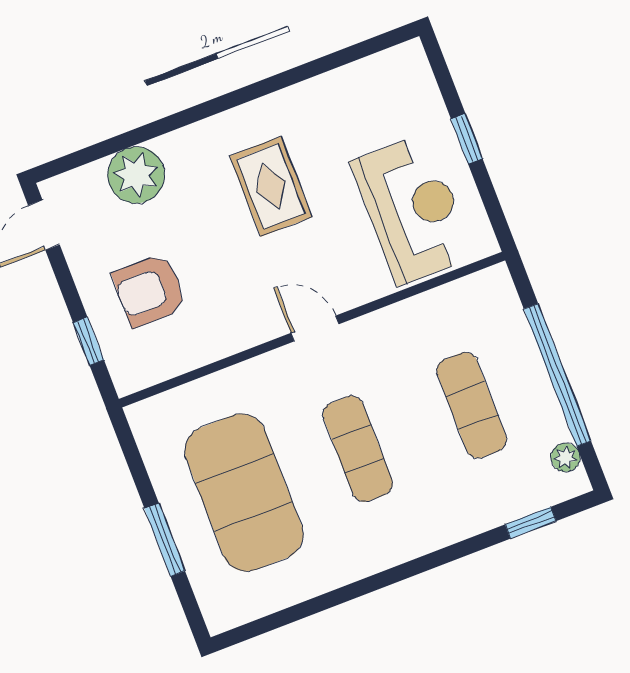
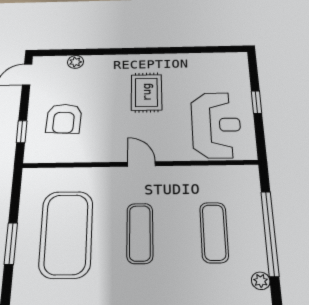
plant: (136, 175) -> (75, 62), width x0.53, depth x0.53
armchair: (150, 290) -> (64, 119), turned -87

